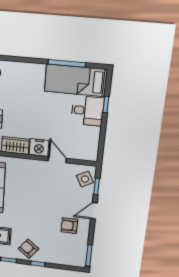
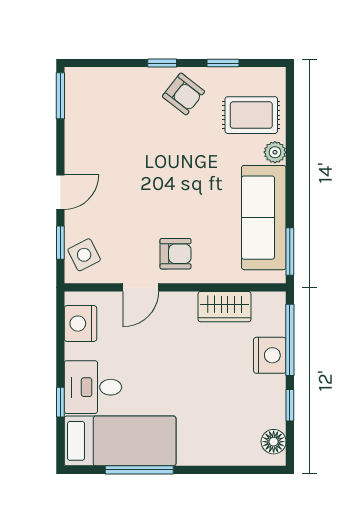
nightstand: (39, 148) -> (80, 324), moved, turned -90
door: (57, 160) -> (141, 287), hinge flipped
armchair: (69, 226) -> (176, 254), moved

